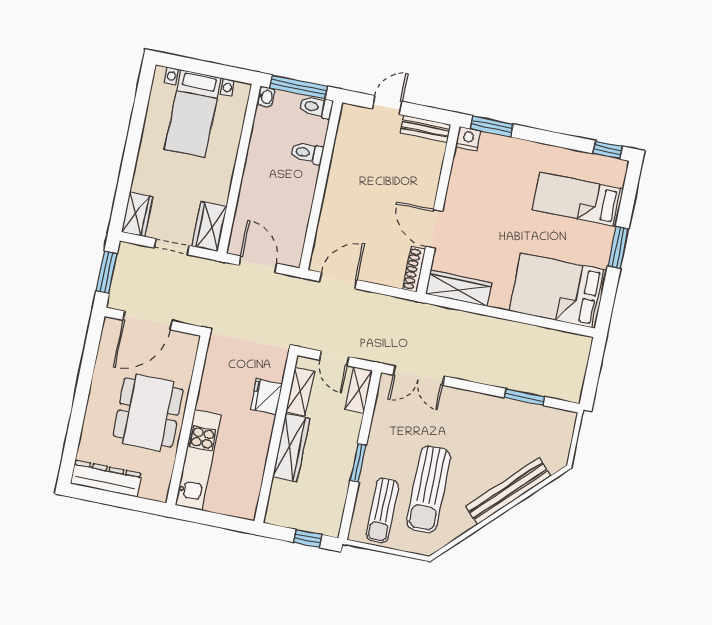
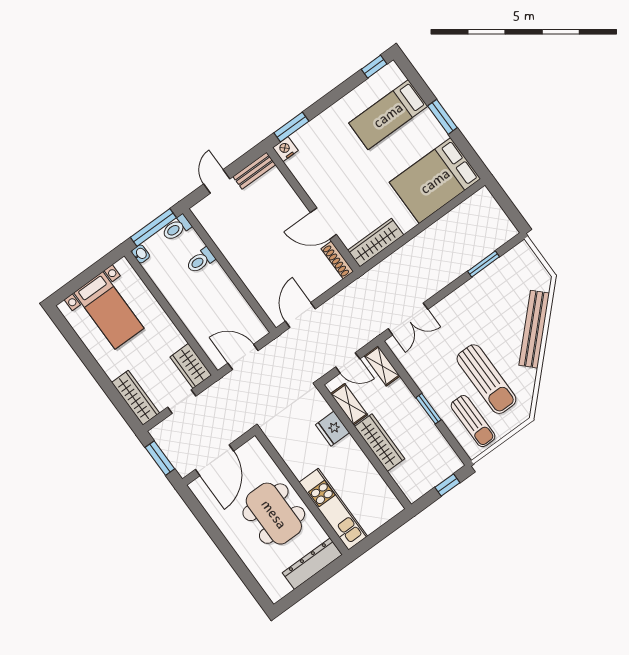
wardrobe: (137, 214) -> (135, 398), width x1.50
dresser: (106, 479) -> (312, 564), moved

